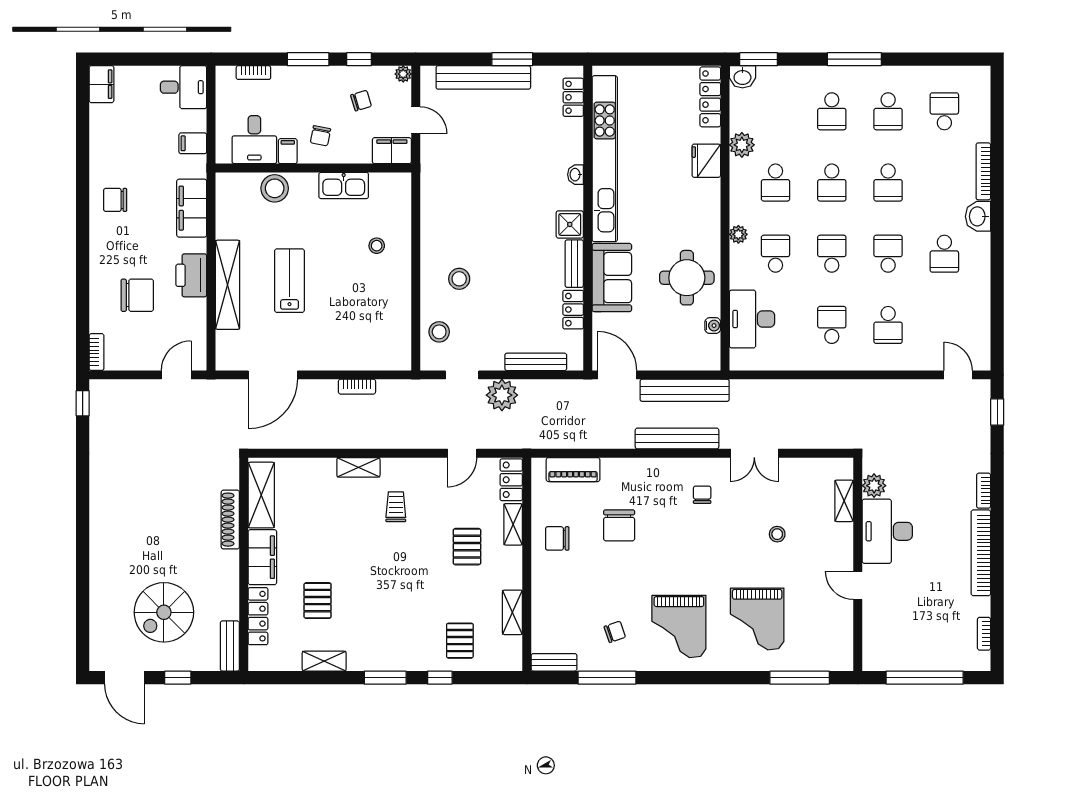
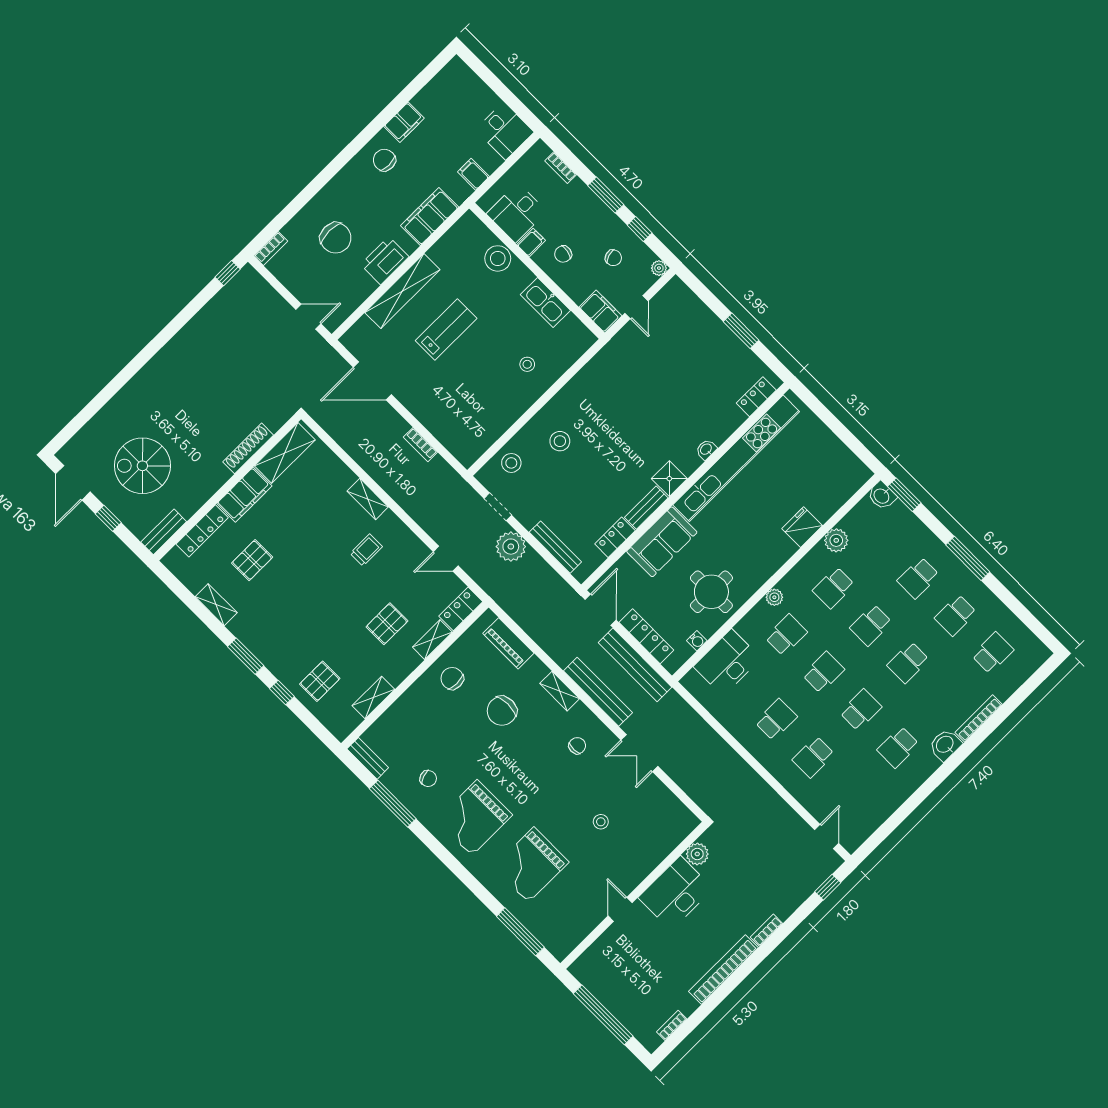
bench: (483, 77) -> (710, 324), removed
filing cabinet: (101, 84) -> (404, 122), moved
locker: (710, 97) -> (646, 636), moved, turned 90
shelving: (844, 501) -> (560, 691), moved, turned 90

